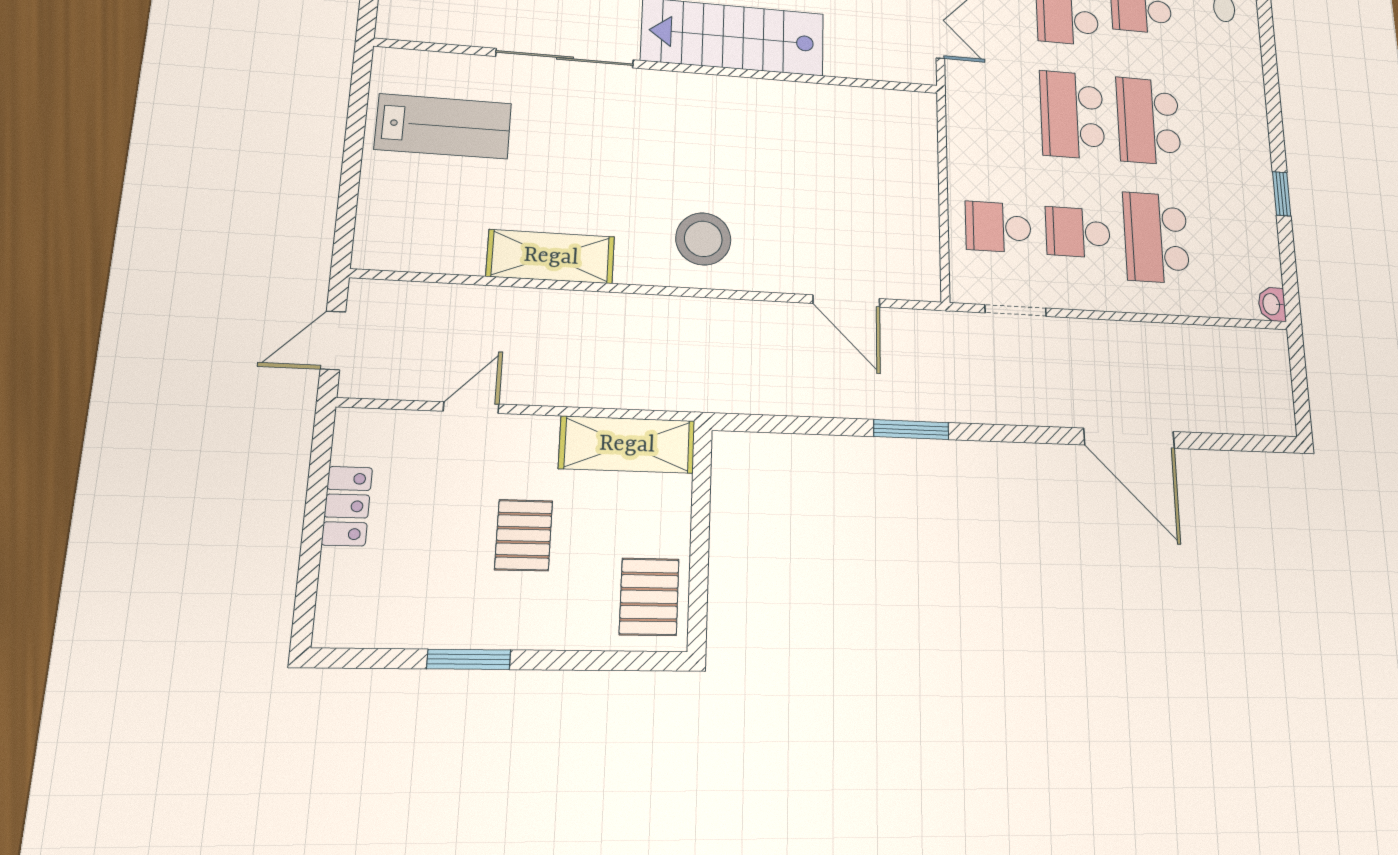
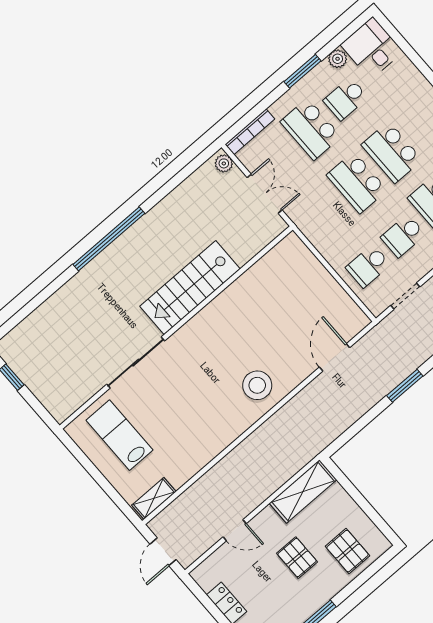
lab bench: (443, 126) -> (119, 435), turned -90
shelving: (551, 257) -> (154, 498), moved, width x0.67, depth x0.75
door: (846, 301) -> (335, 357), swing flipped
door: (471, 408) -> (235, 530), swing flipped
pallet: (649, 597) -> (347, 551), moved

